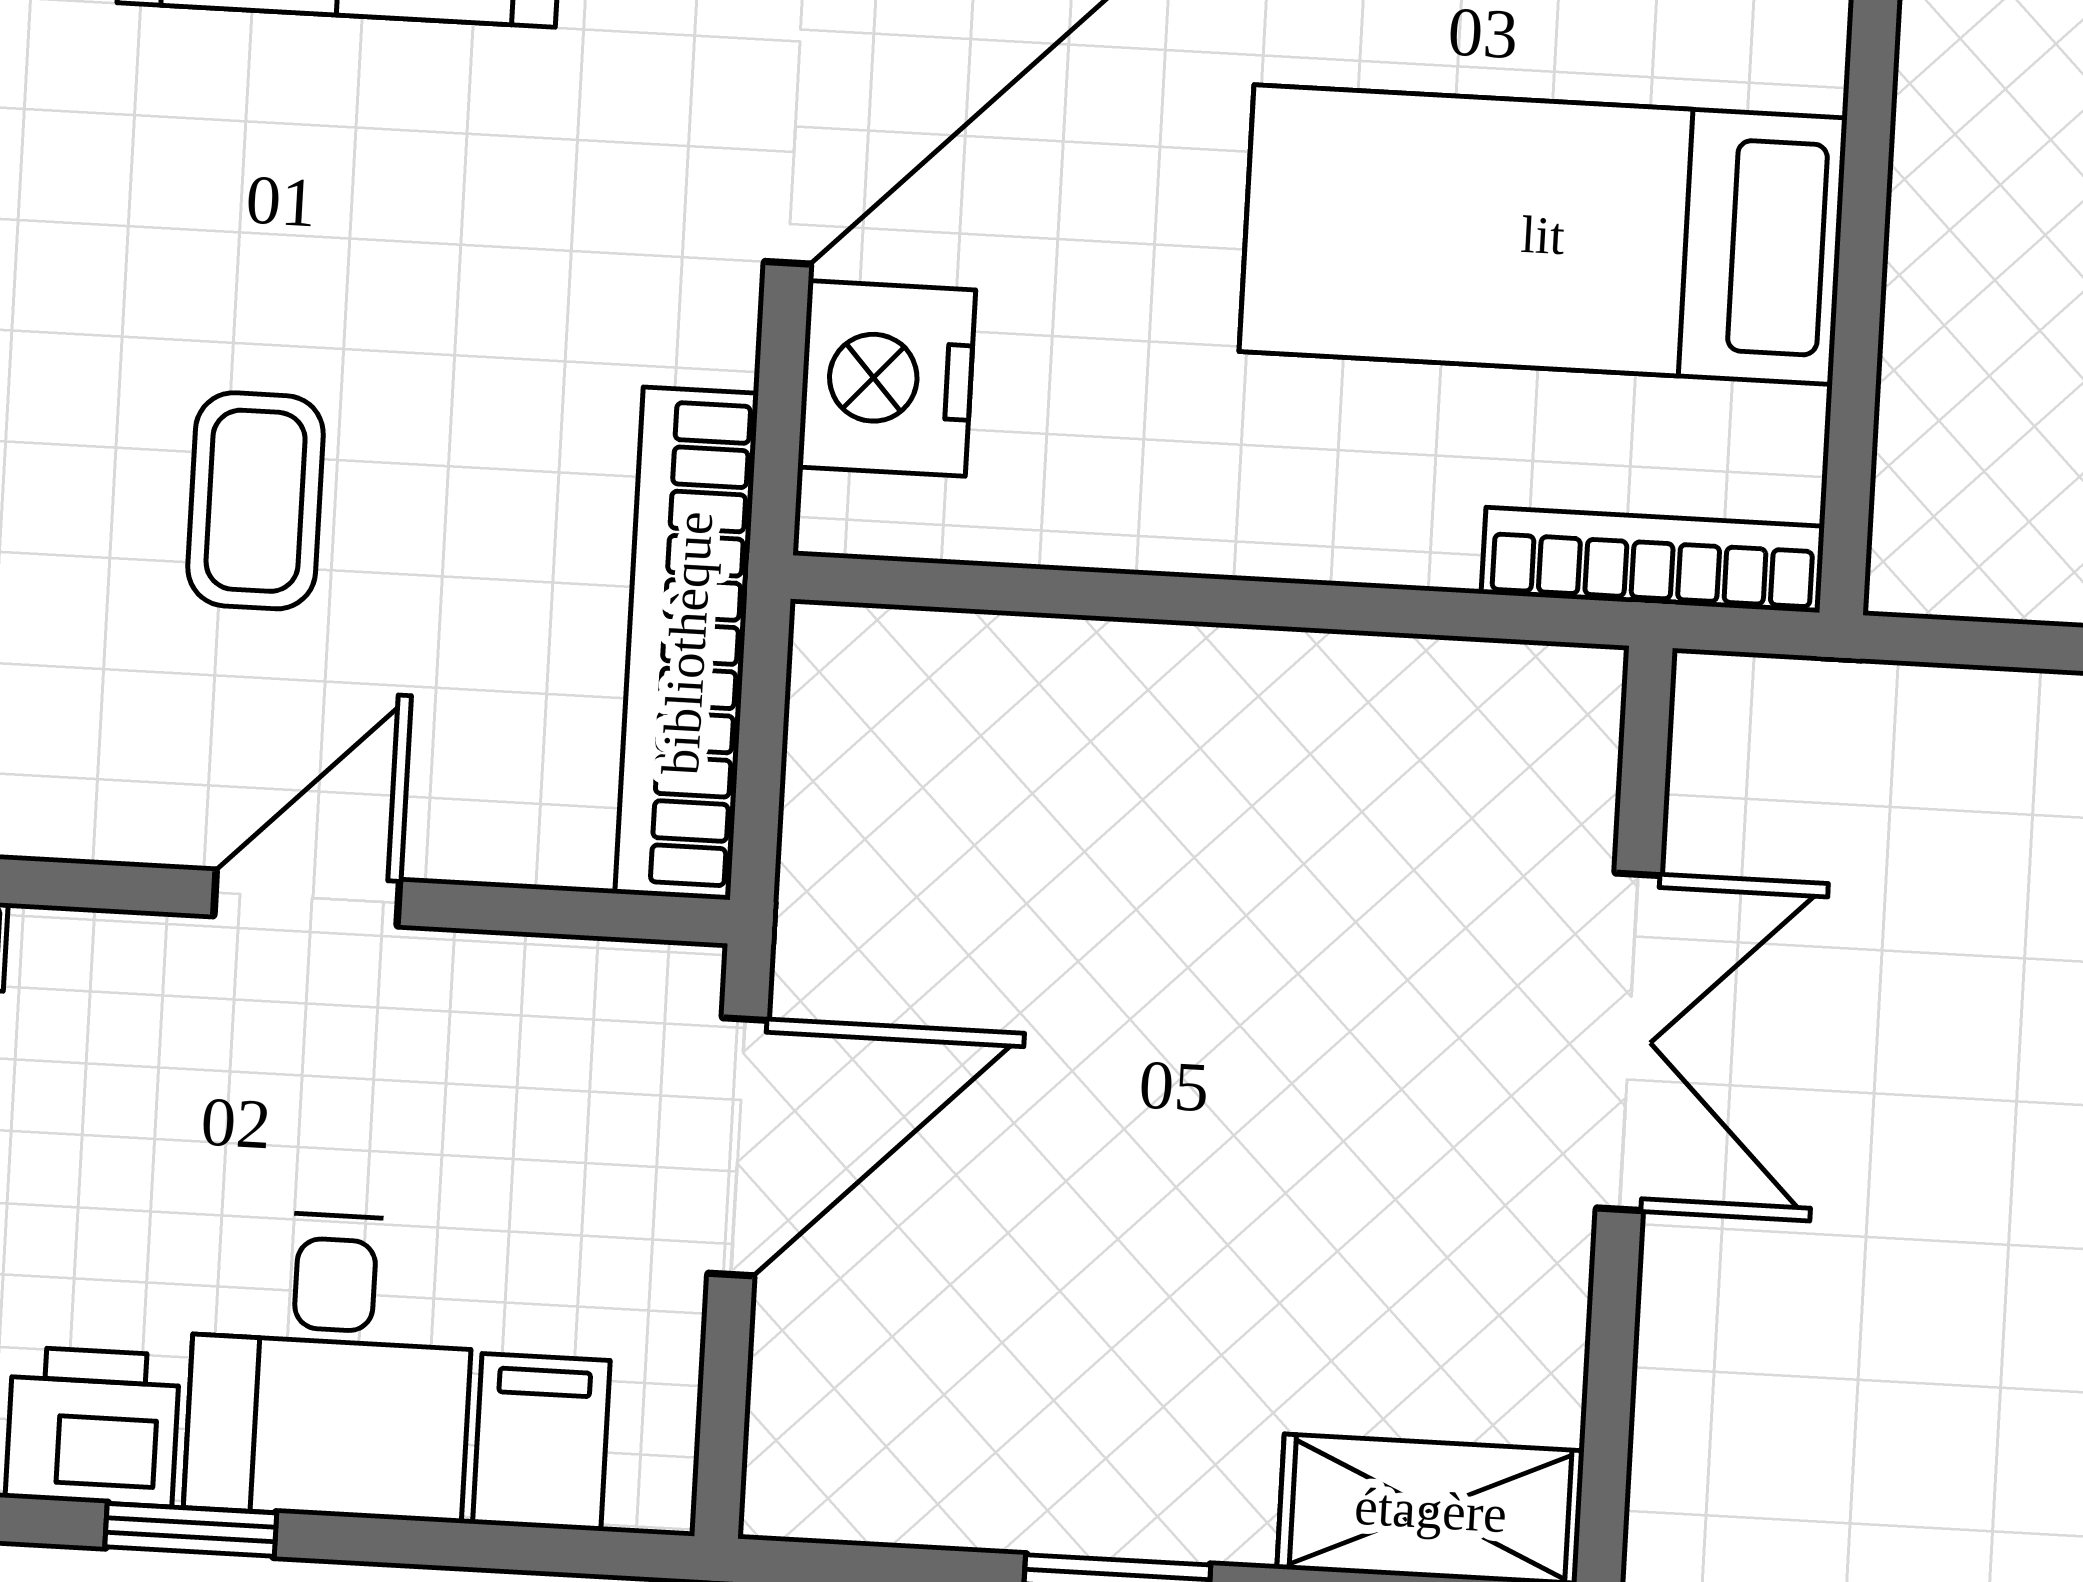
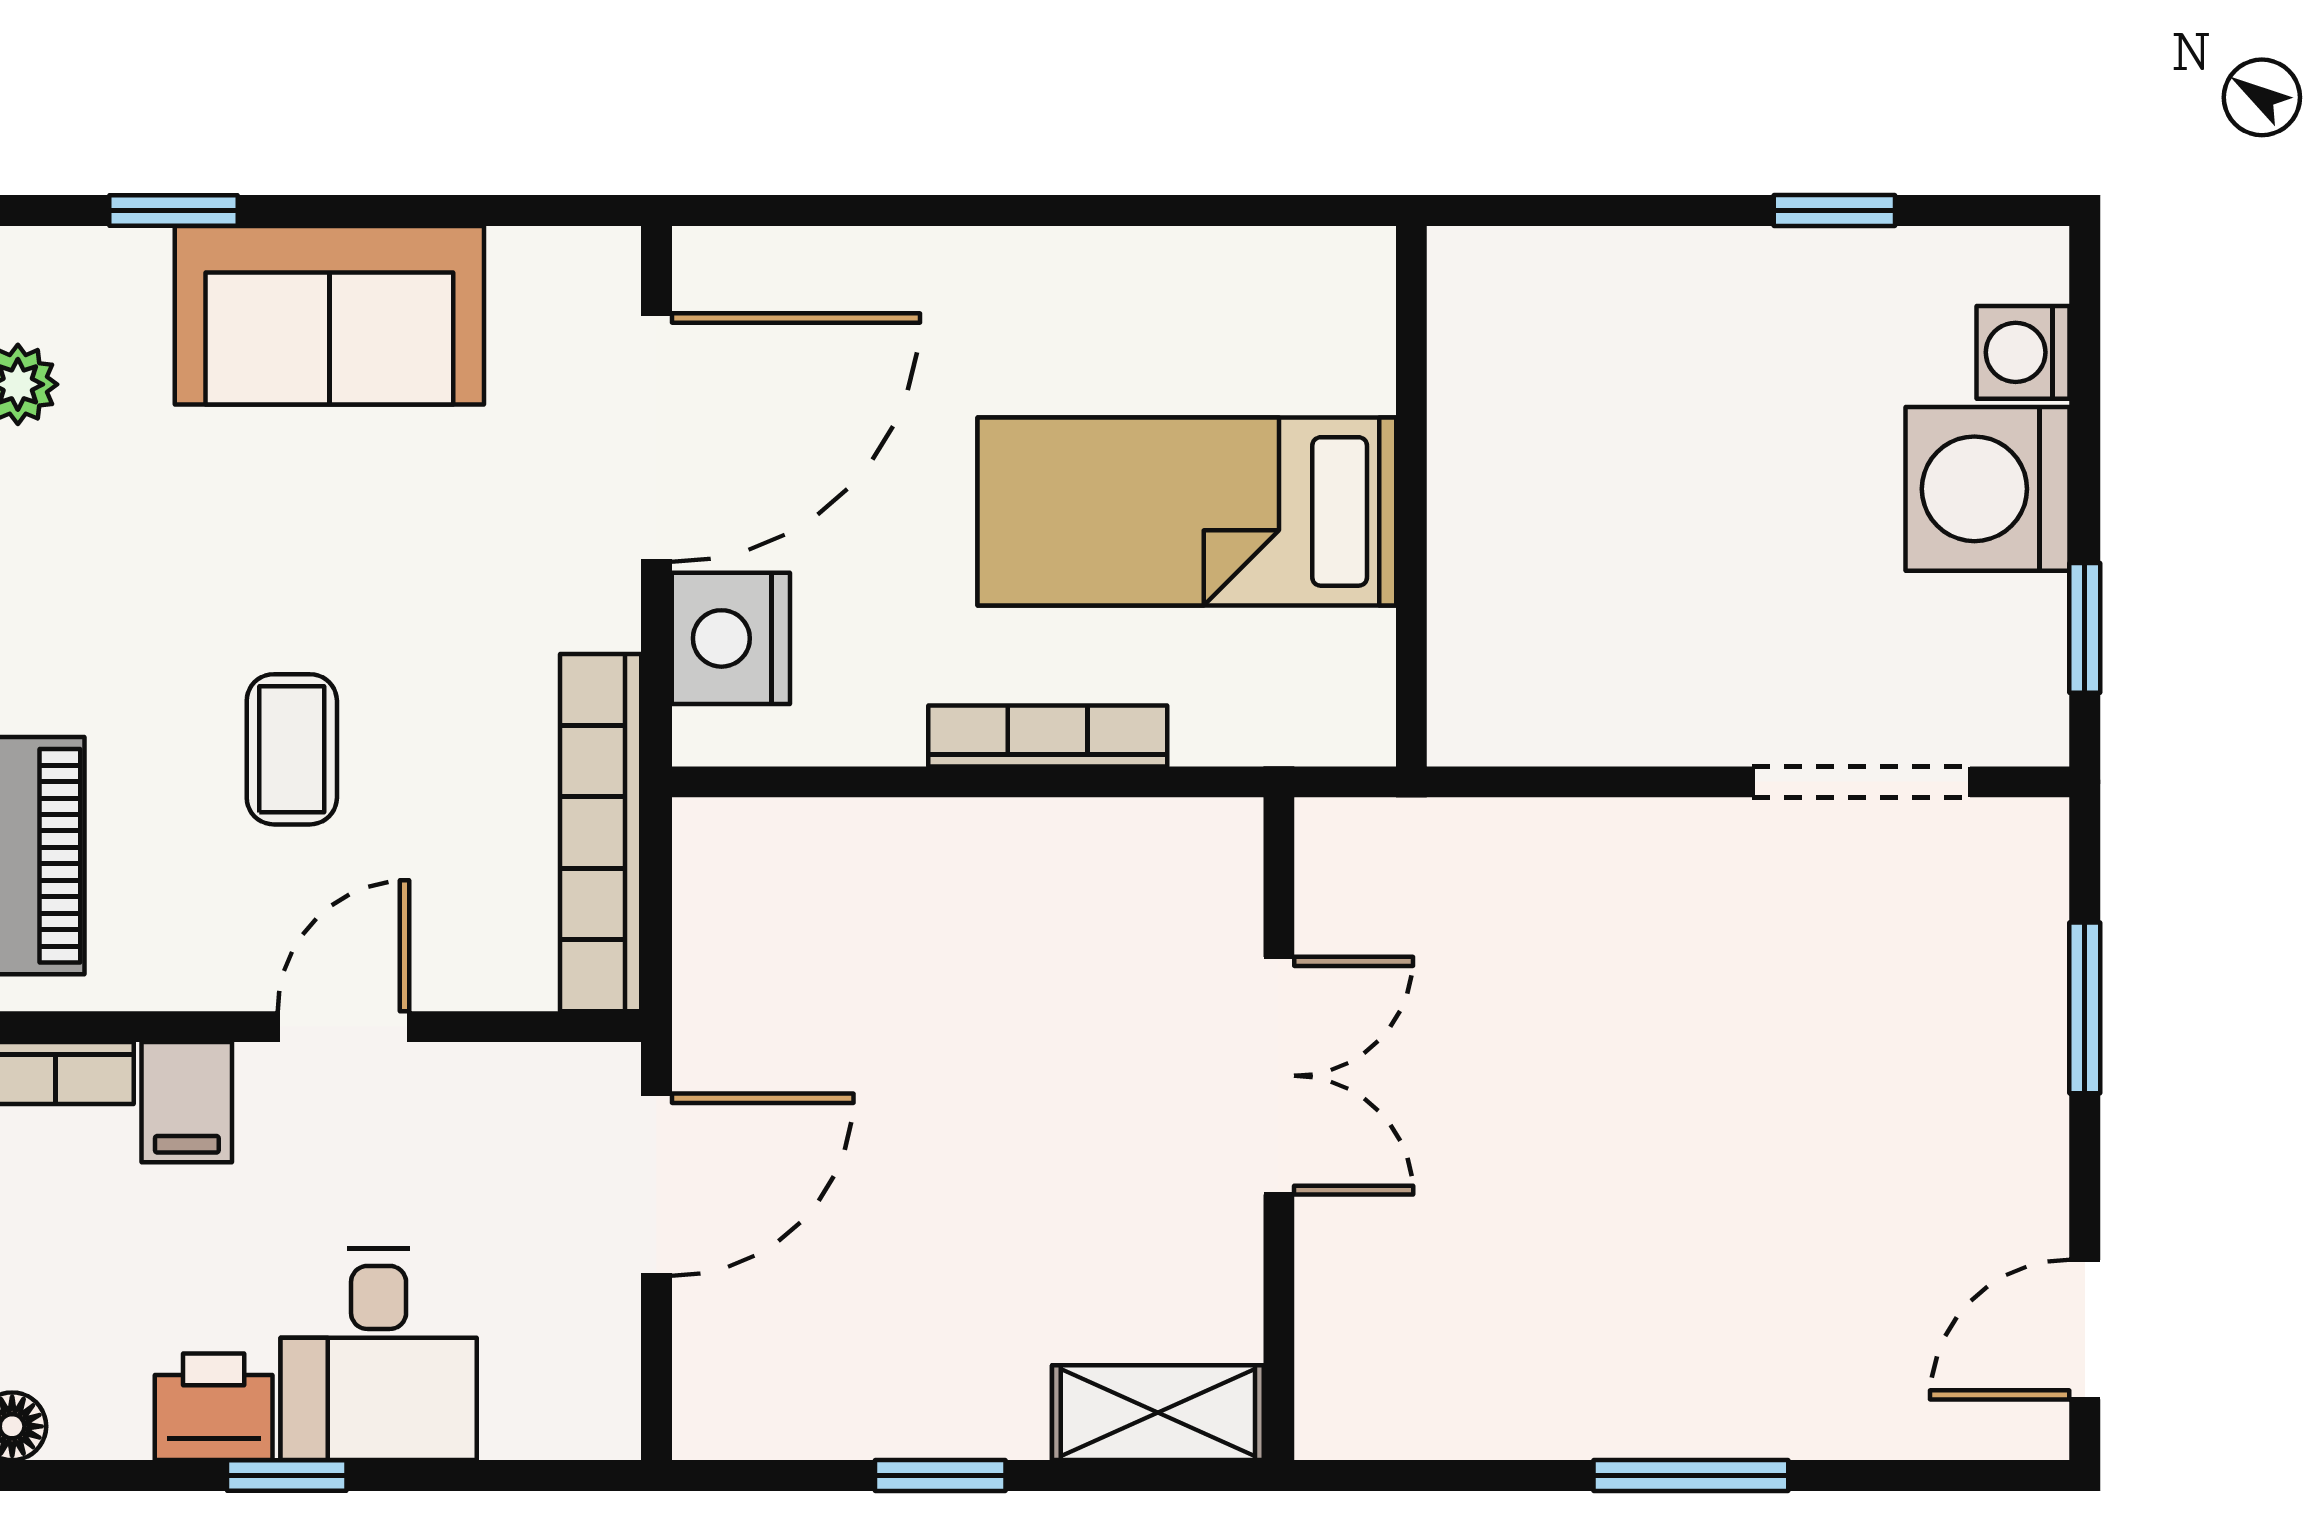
bookcase: (1653, 560) -> (1048, 736), moved
filing cabinet: (541, 1442) -> (187, 1102), moved, turned 180

